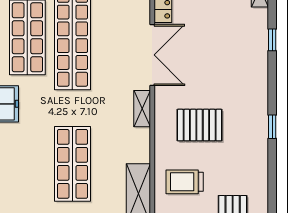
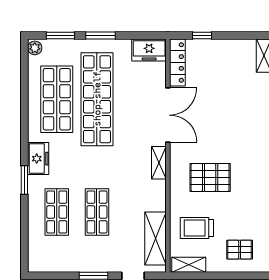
shop shelf: (27, 164) -> (57, 212), added
shop shelf: (72, 164) -> (97, 212), width x0.70, depth x0.74

